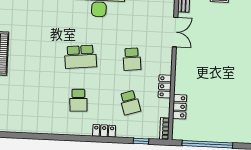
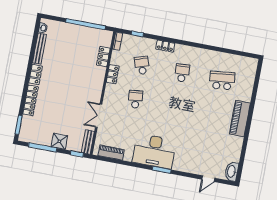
school desk: (80, 57) -> (222, 80), moved

